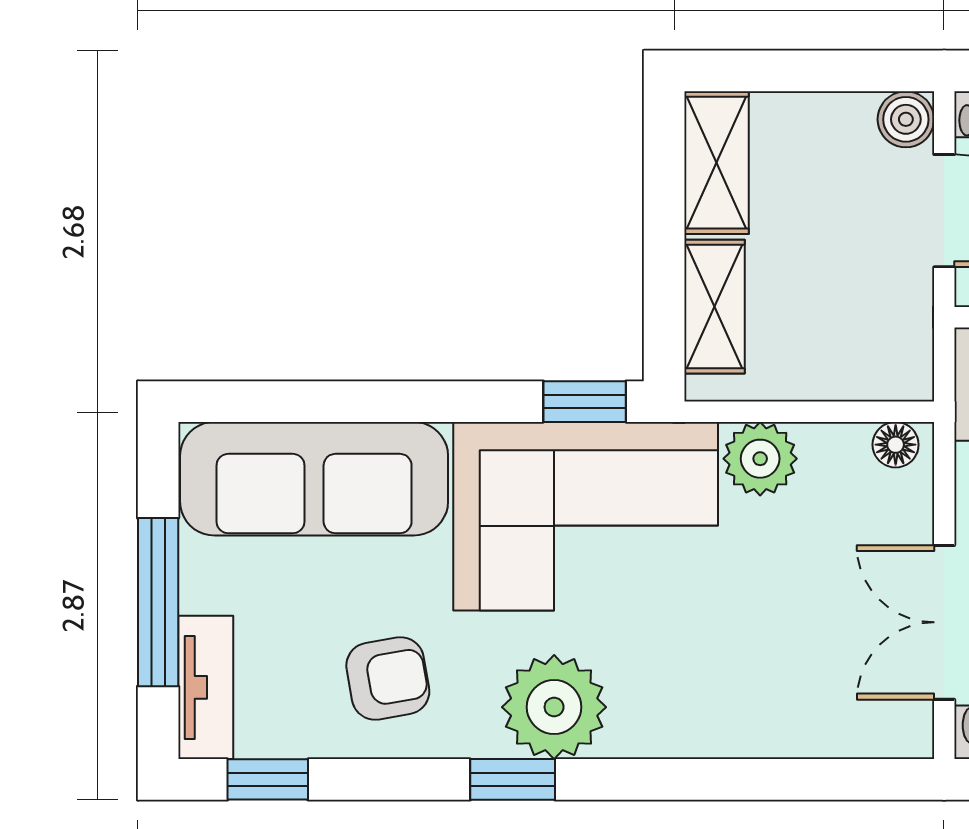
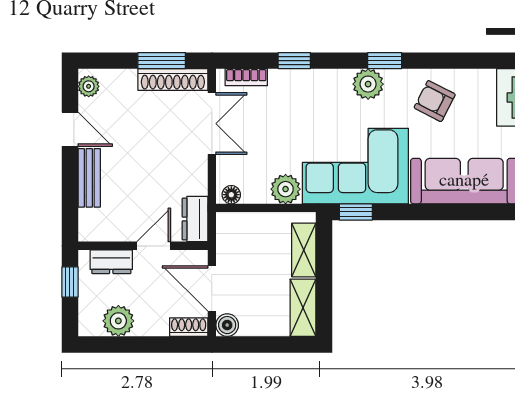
armchair: (388, 678) -> (435, 101), turned 37
plant: (554, 707) -> (368, 84), width x0.73, depth x0.73
bookcase: (858, 738) -> (246, 77), added
window: (268, 779) -> (294, 61), moved

